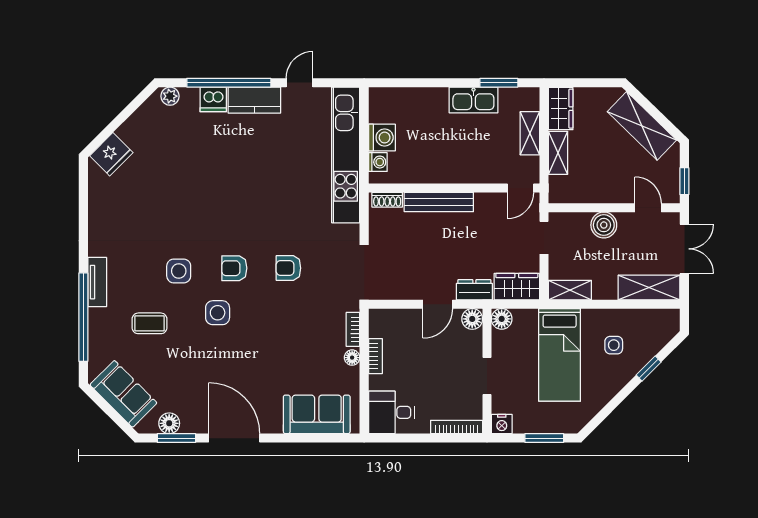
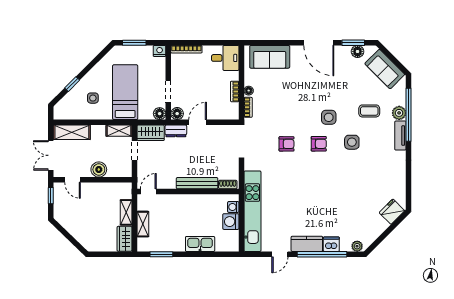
kitchen sink: (473, 100) -> (200, 244), moved
shelving: (642, 126) -> (76, 228), removed
doorway: (544, 238) -> (134, 150), moved
plant: (99, 320) -> (399, 113), added
doorway: (487, 376) -> (168, 92), moved

